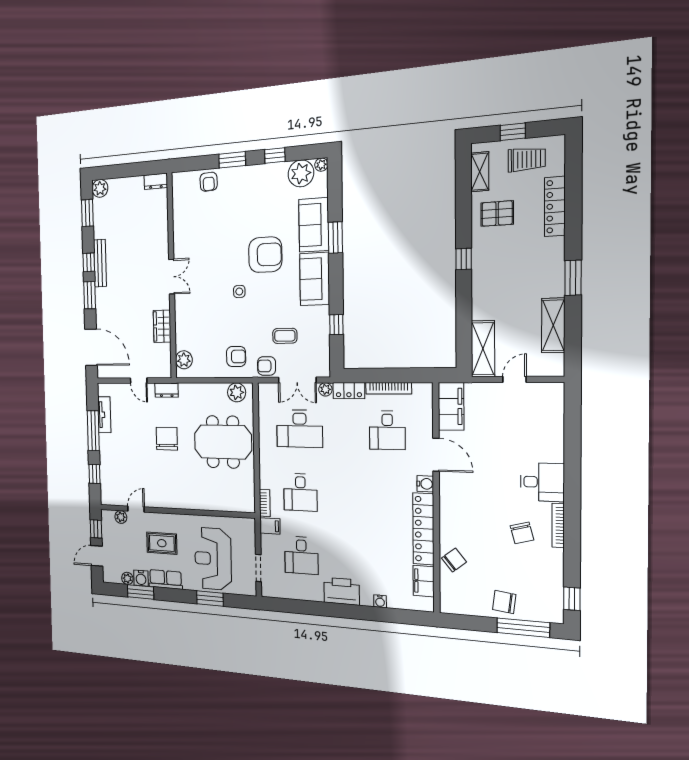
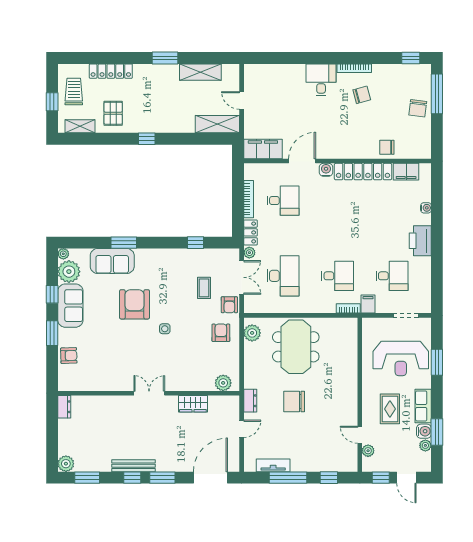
sofa: (315, 279) -> (70, 306), moved, turned -90
chair: (454, 560) -> (387, 147), turned -51

